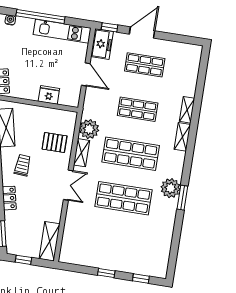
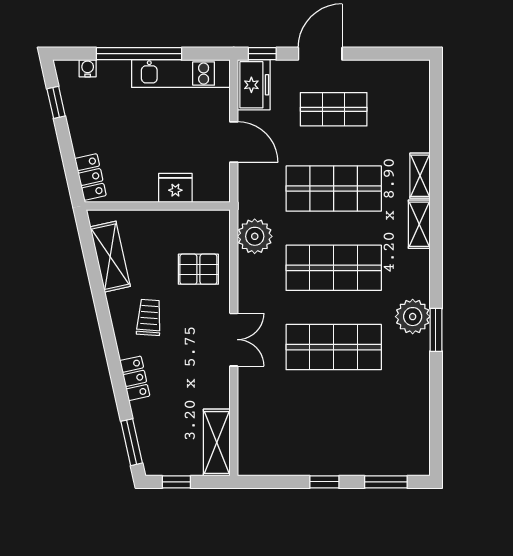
shop shelf: (138, 109) -> (334, 189), width x1.43, depth x1.36
shelving: (82, 153) -> (248, 279), removed
window: (141, 278) -> (386, 482), width x1.50

